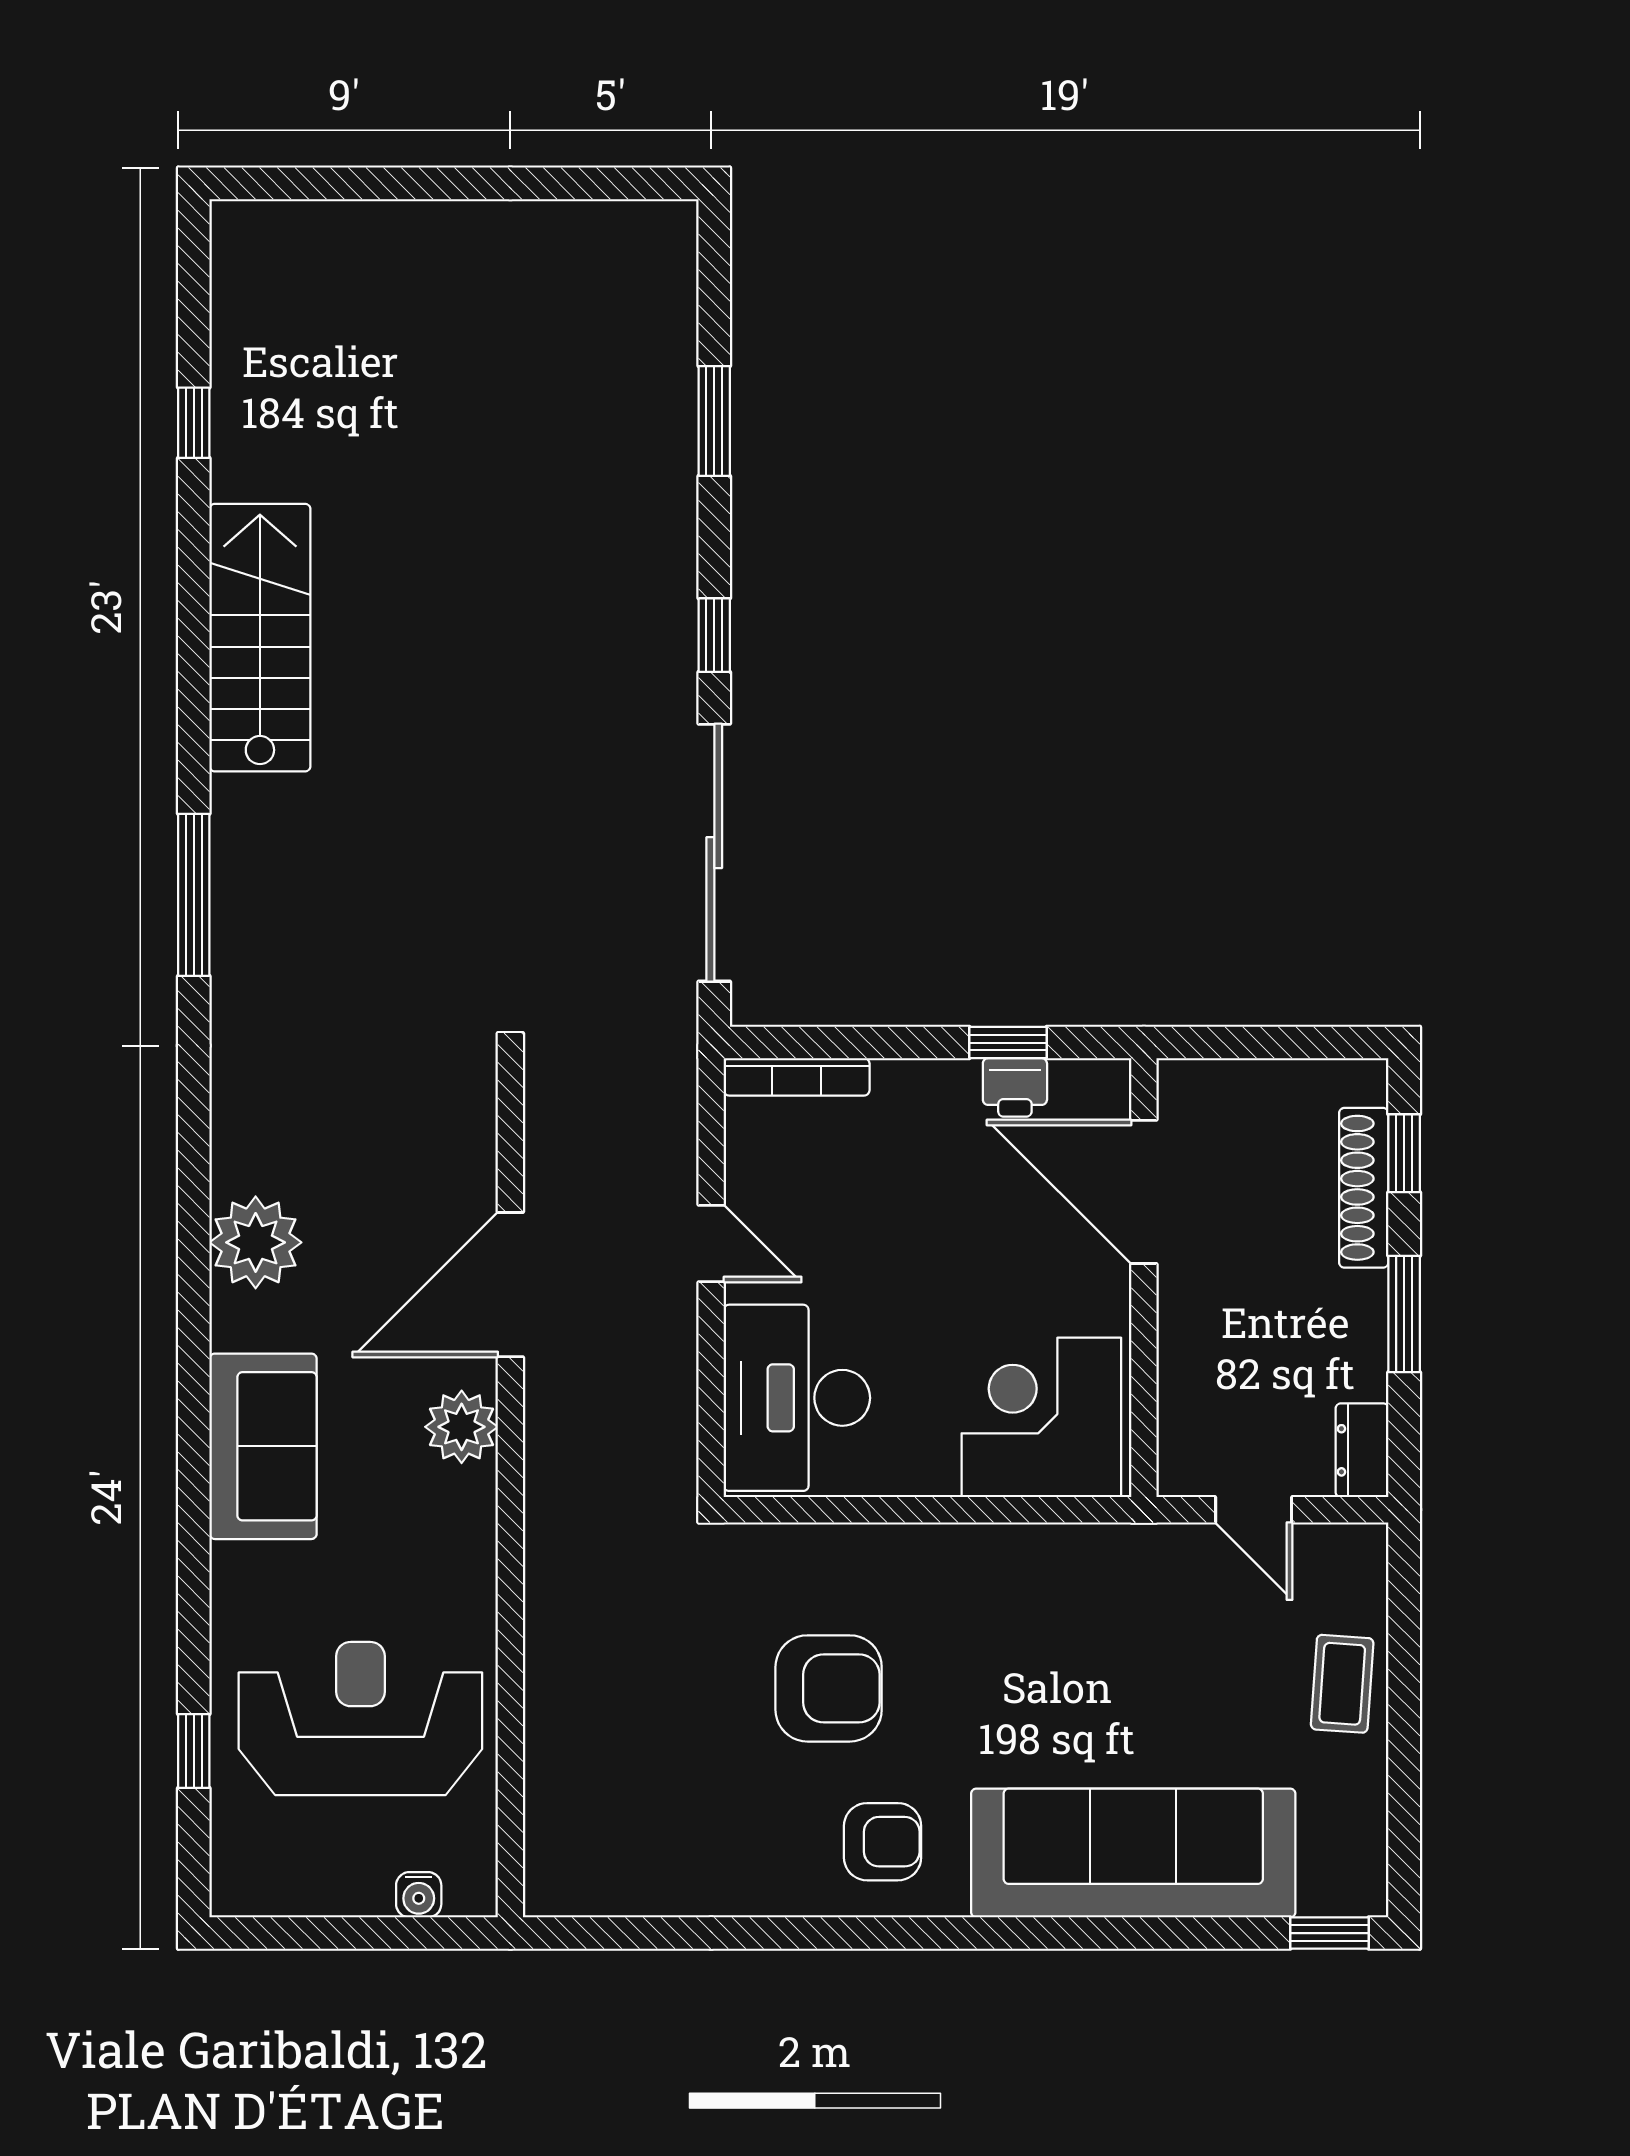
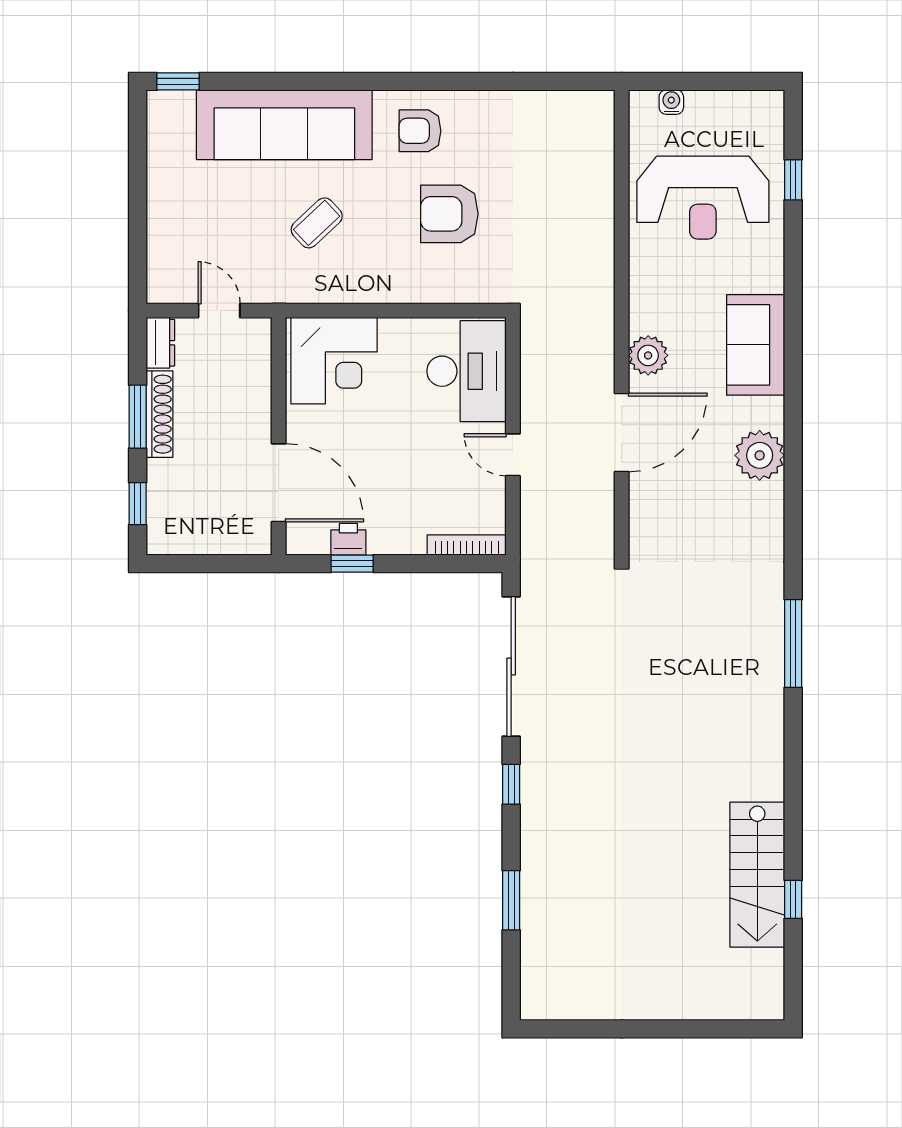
stairs: (260, 638) -> (757, 875), moved
shoe rack: (1364, 1188) -> (159, 414), moved
coffee table: (1342, 1684) -> (317, 223), moved, turned 43

